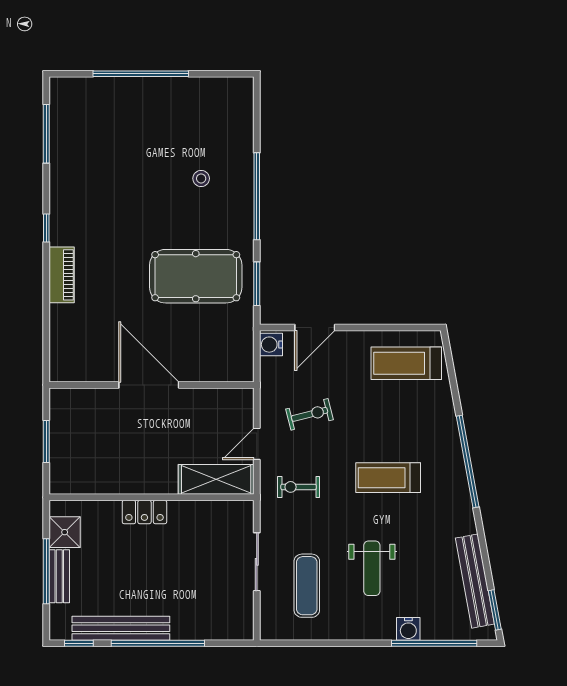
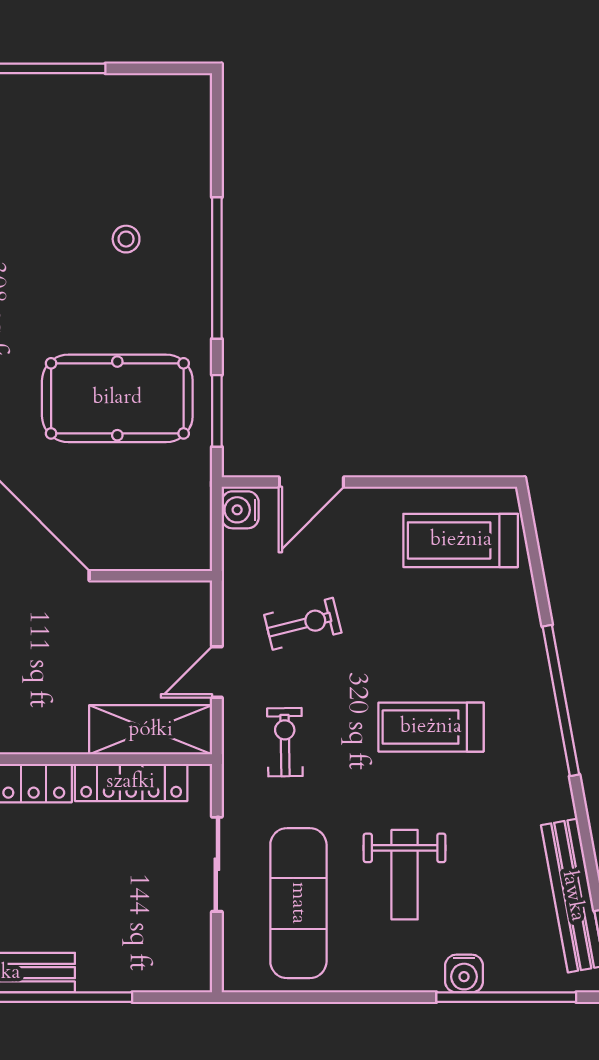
exercise bike: (299, 487) -> (285, 742), turned 89
locker: (204, 512) -> (131, 782), added
exercise mat: (307, 586) -> (298, 903), width x1.36, depth x1.45

